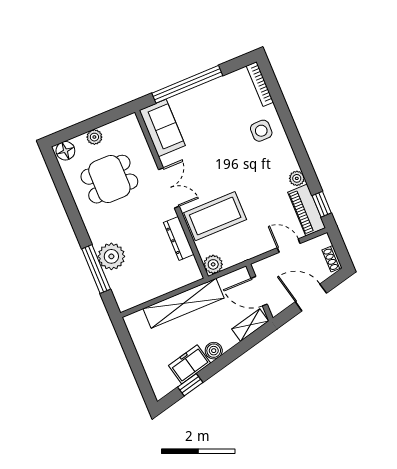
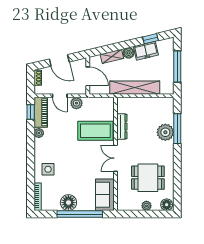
floor lamp: (211, 94) -> (68, 203), added
plant: (213, 264) -> (76, 103), moved
shelving: (250, 325) -> (112, 56), moved
window: (134, 360) -> (177, 66), added

